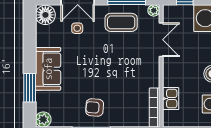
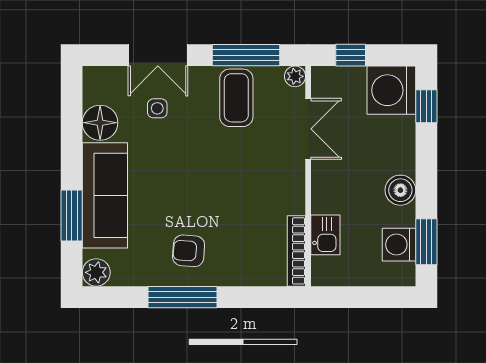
floor lamp: (45, 15) -> (100, 123), moved
coffee table: (121, 22) -> (236, 98), turned 90
sofa: (48, 69) -> (105, 195), width x1.36

